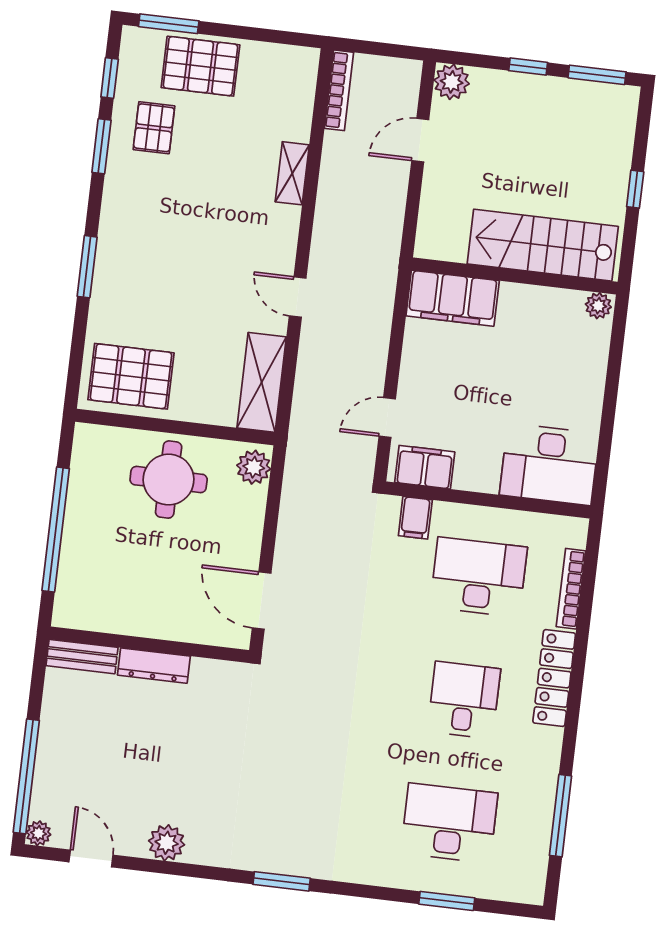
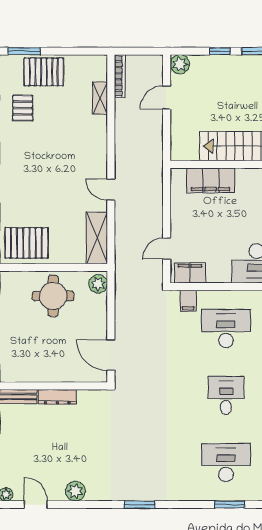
shelving: (292, 173) -> (100, 98), moved
filing cabinet: (453, 298) -> (211, 180), moved

